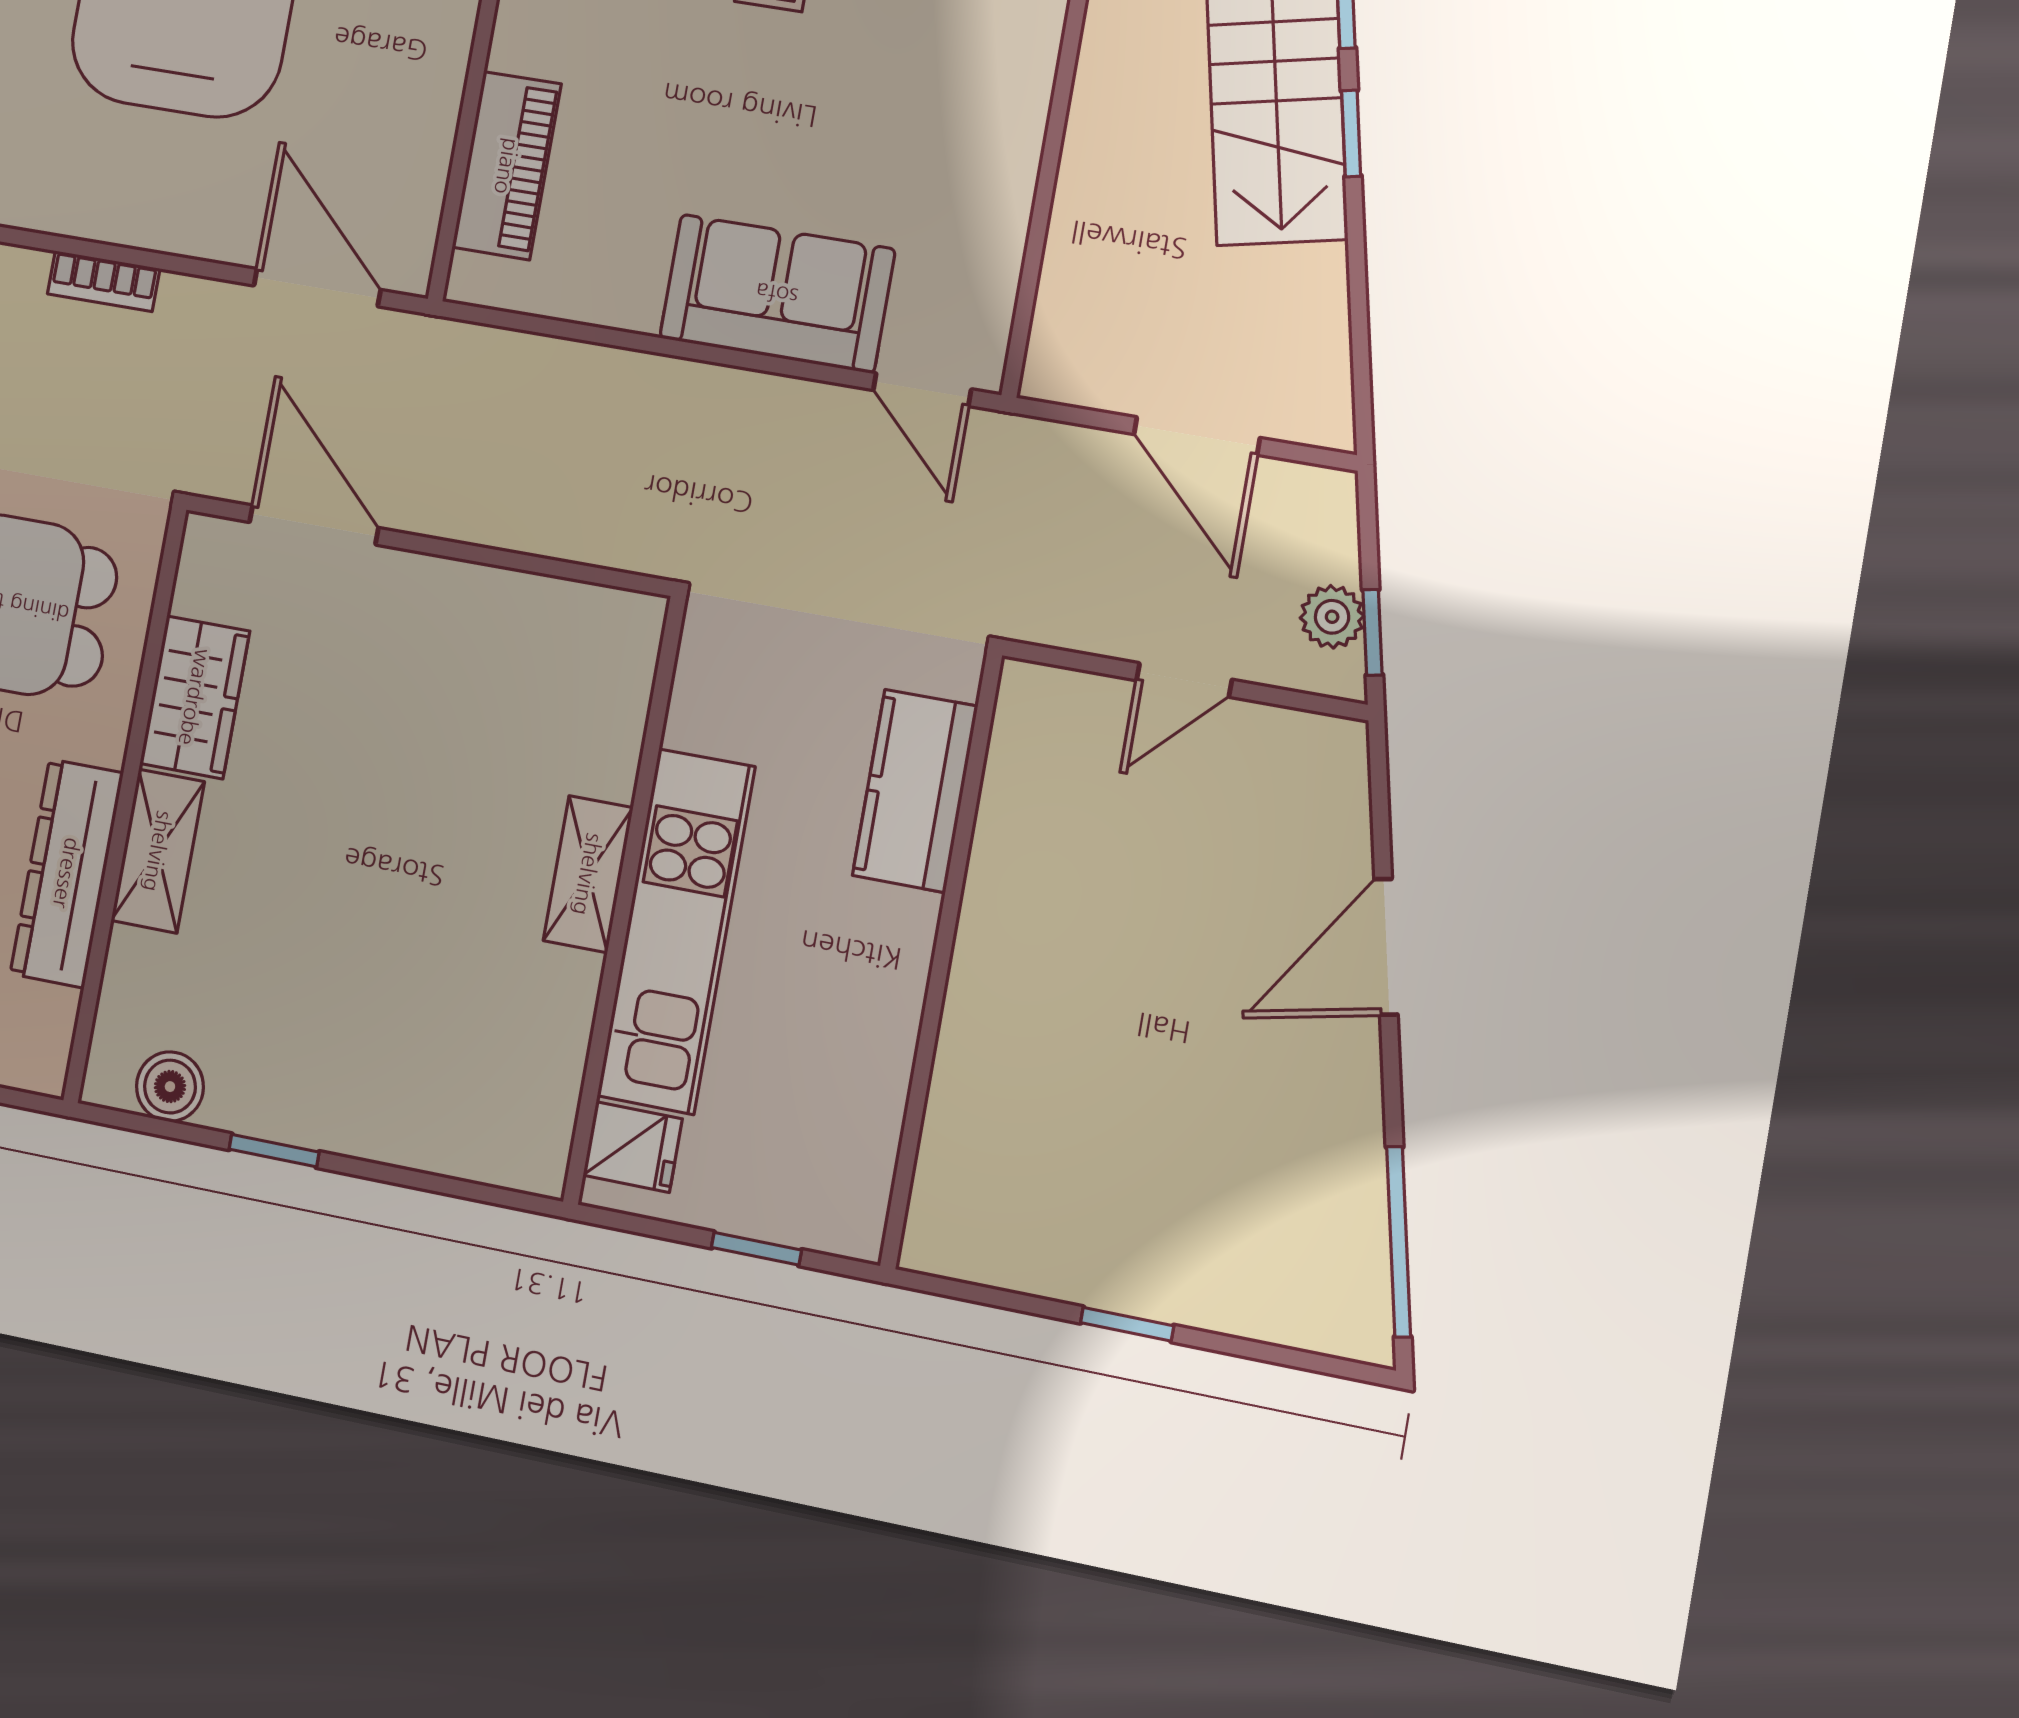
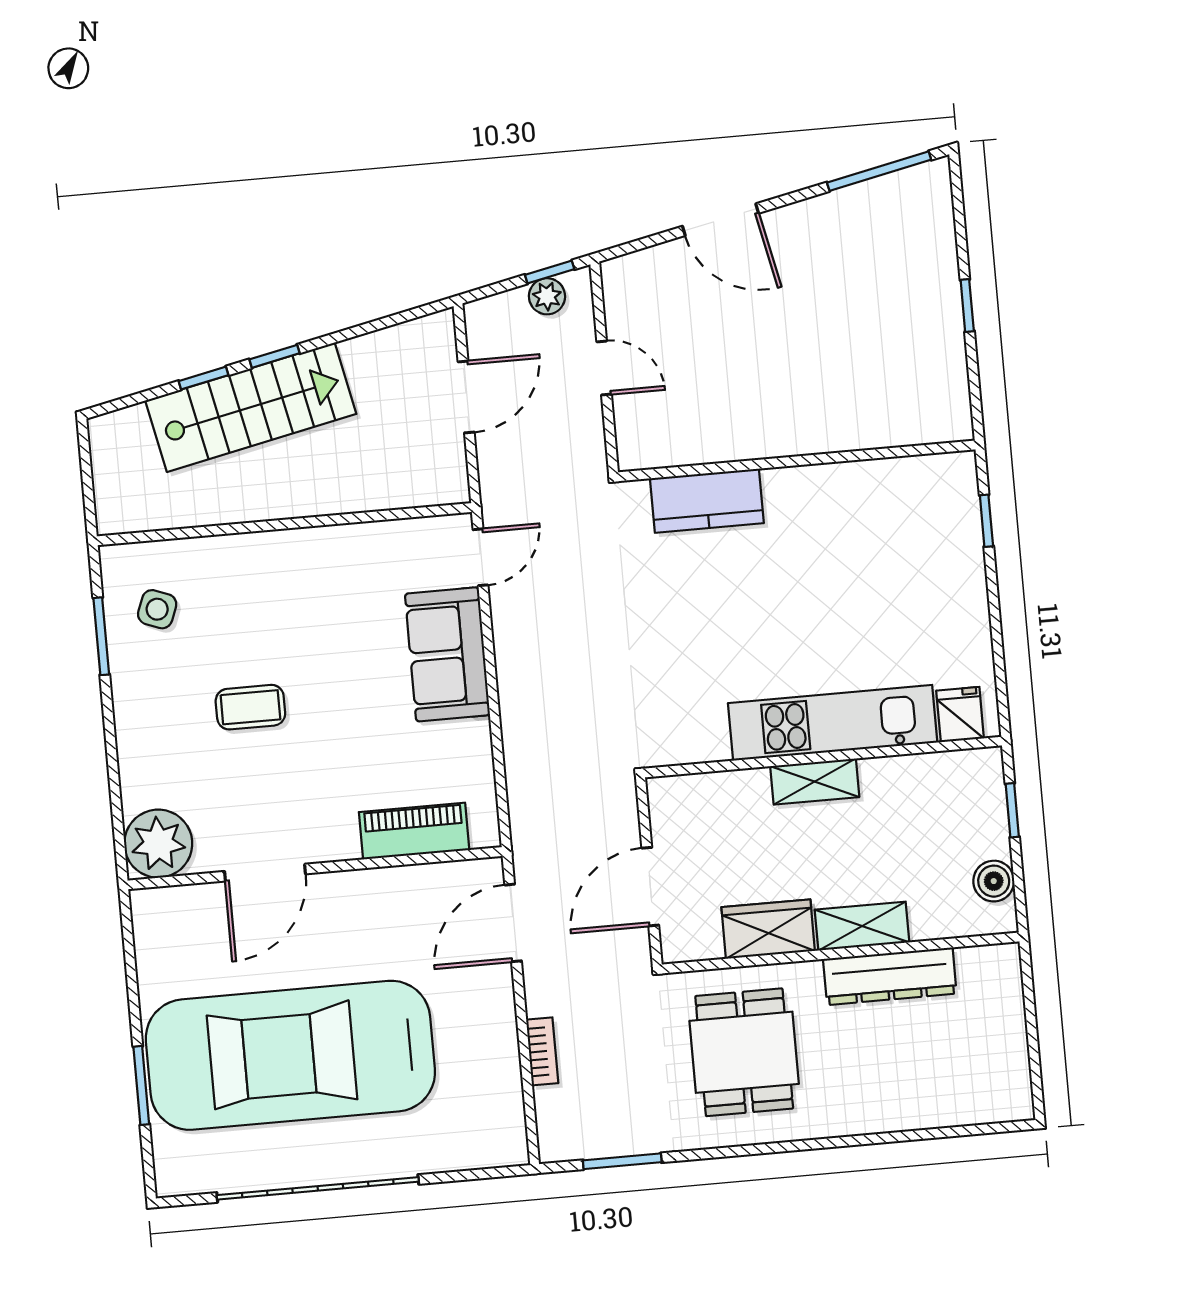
shelving: (588, 874) -> (815, 782), moved
wall: (624, 899) -> (823, 757), moved
kitchen unit: (676, 931) -> (833, 723), moved
fridge: (633, 1147) -> (960, 714), moved

